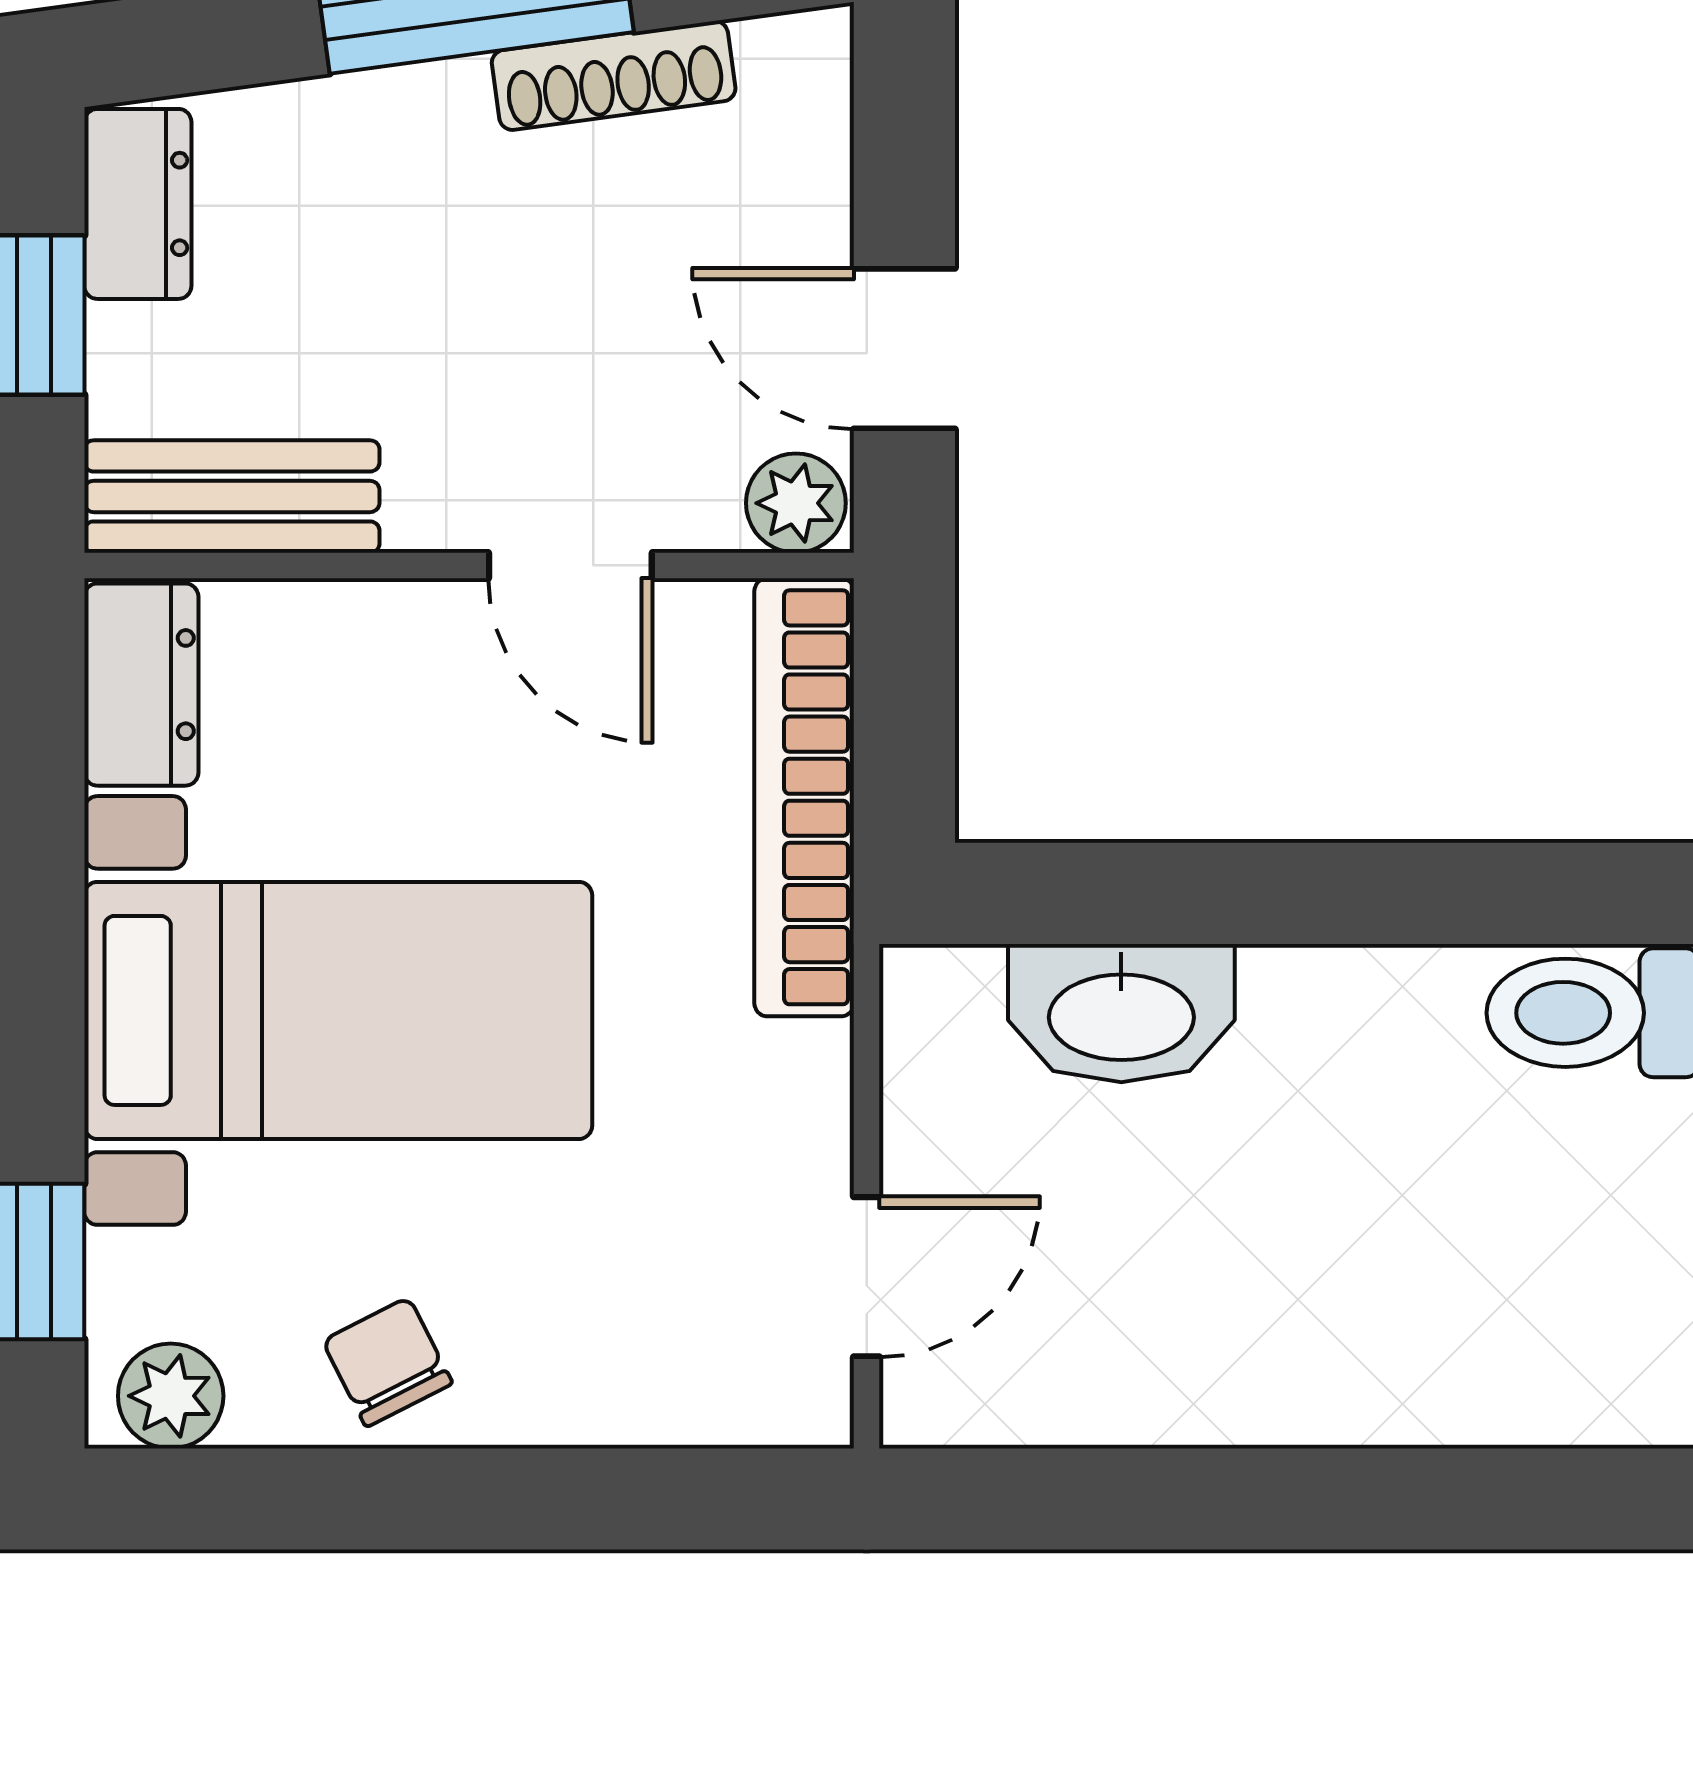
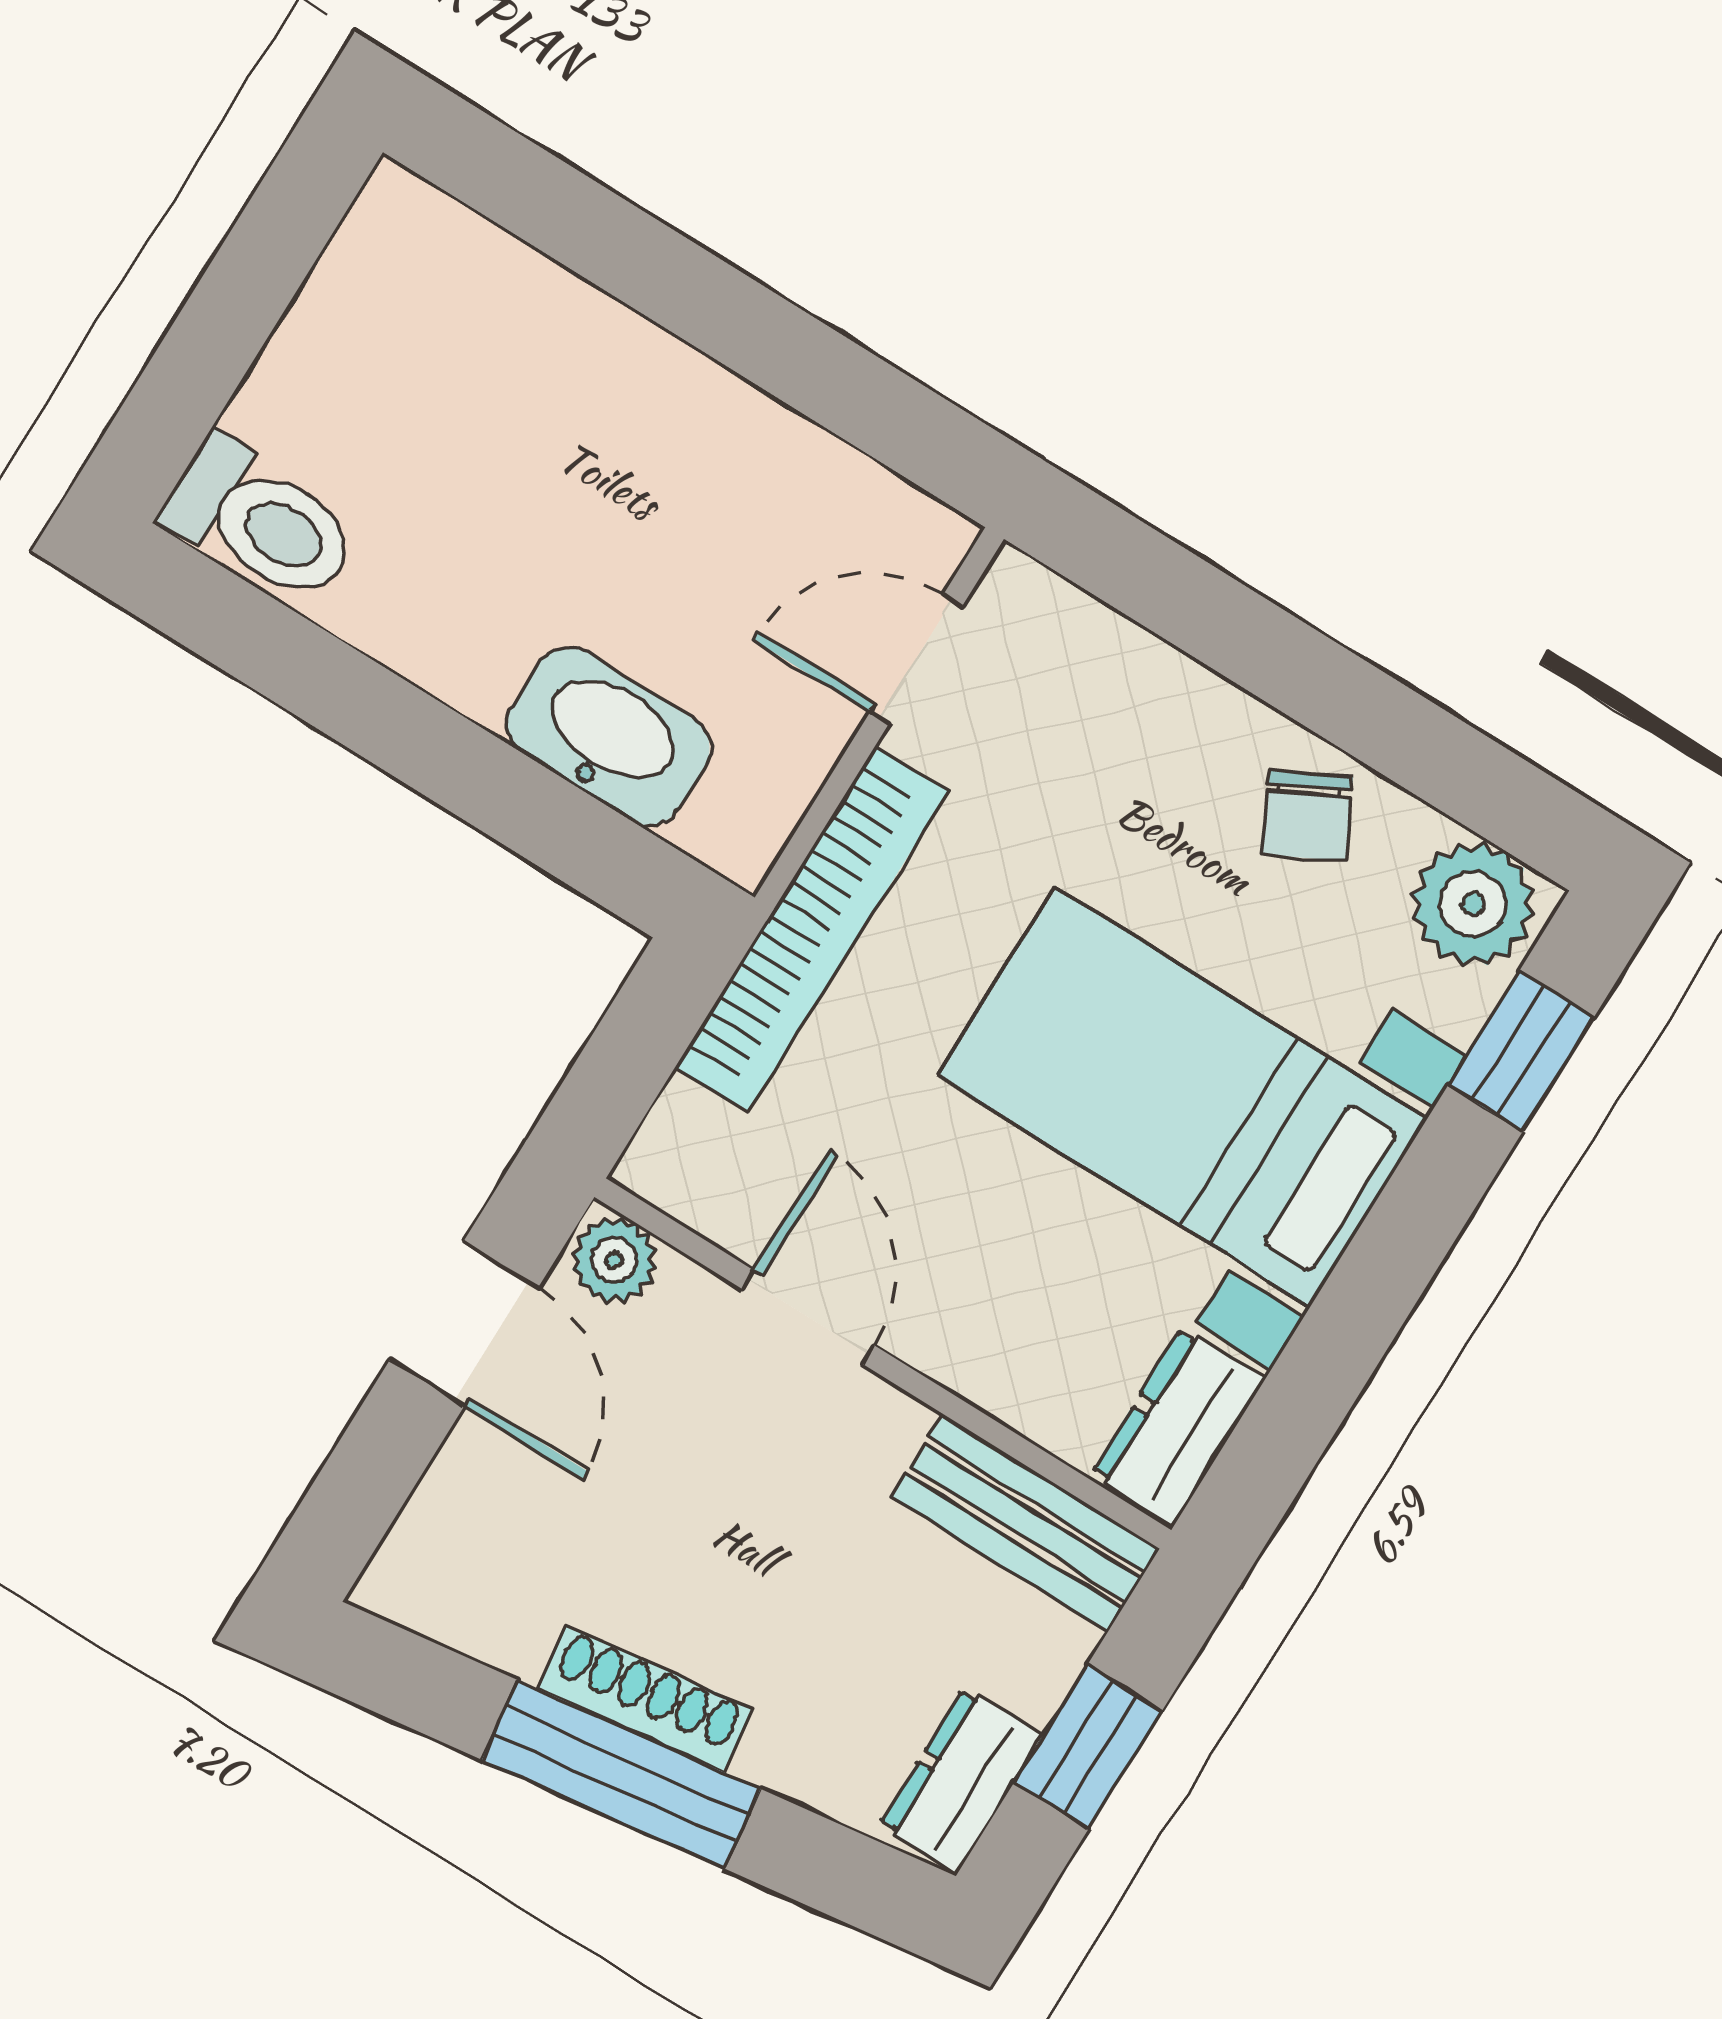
shoe rack: (614, 76) -> (645, 1699), moved
bookcase: (804, 797) -> (812, 929), moved
plant: (171, 1396) -> (1473, 904), width x1.38, depth x1.38

